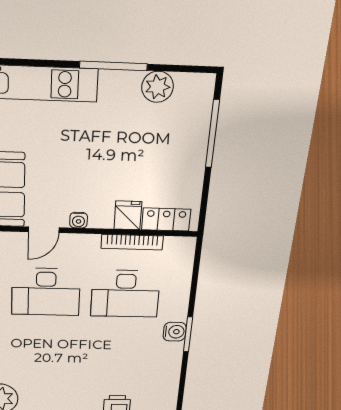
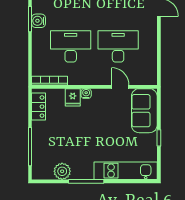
water cooler: (79, 220) -> (86, 93), moved
locker: (166, 220) -> (39, 107), moved, turned -90
door: (44, 230) -> (120, 87), hinge flipped
bookcase: (132, 242) -> (49, 81), moved

